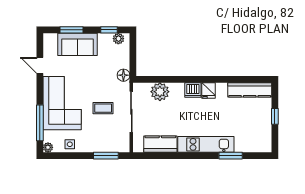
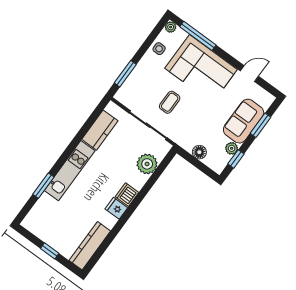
plant: (118, 39) -> (232, 148), moved
floor lamp: (123, 75) -> (199, 152), moved

